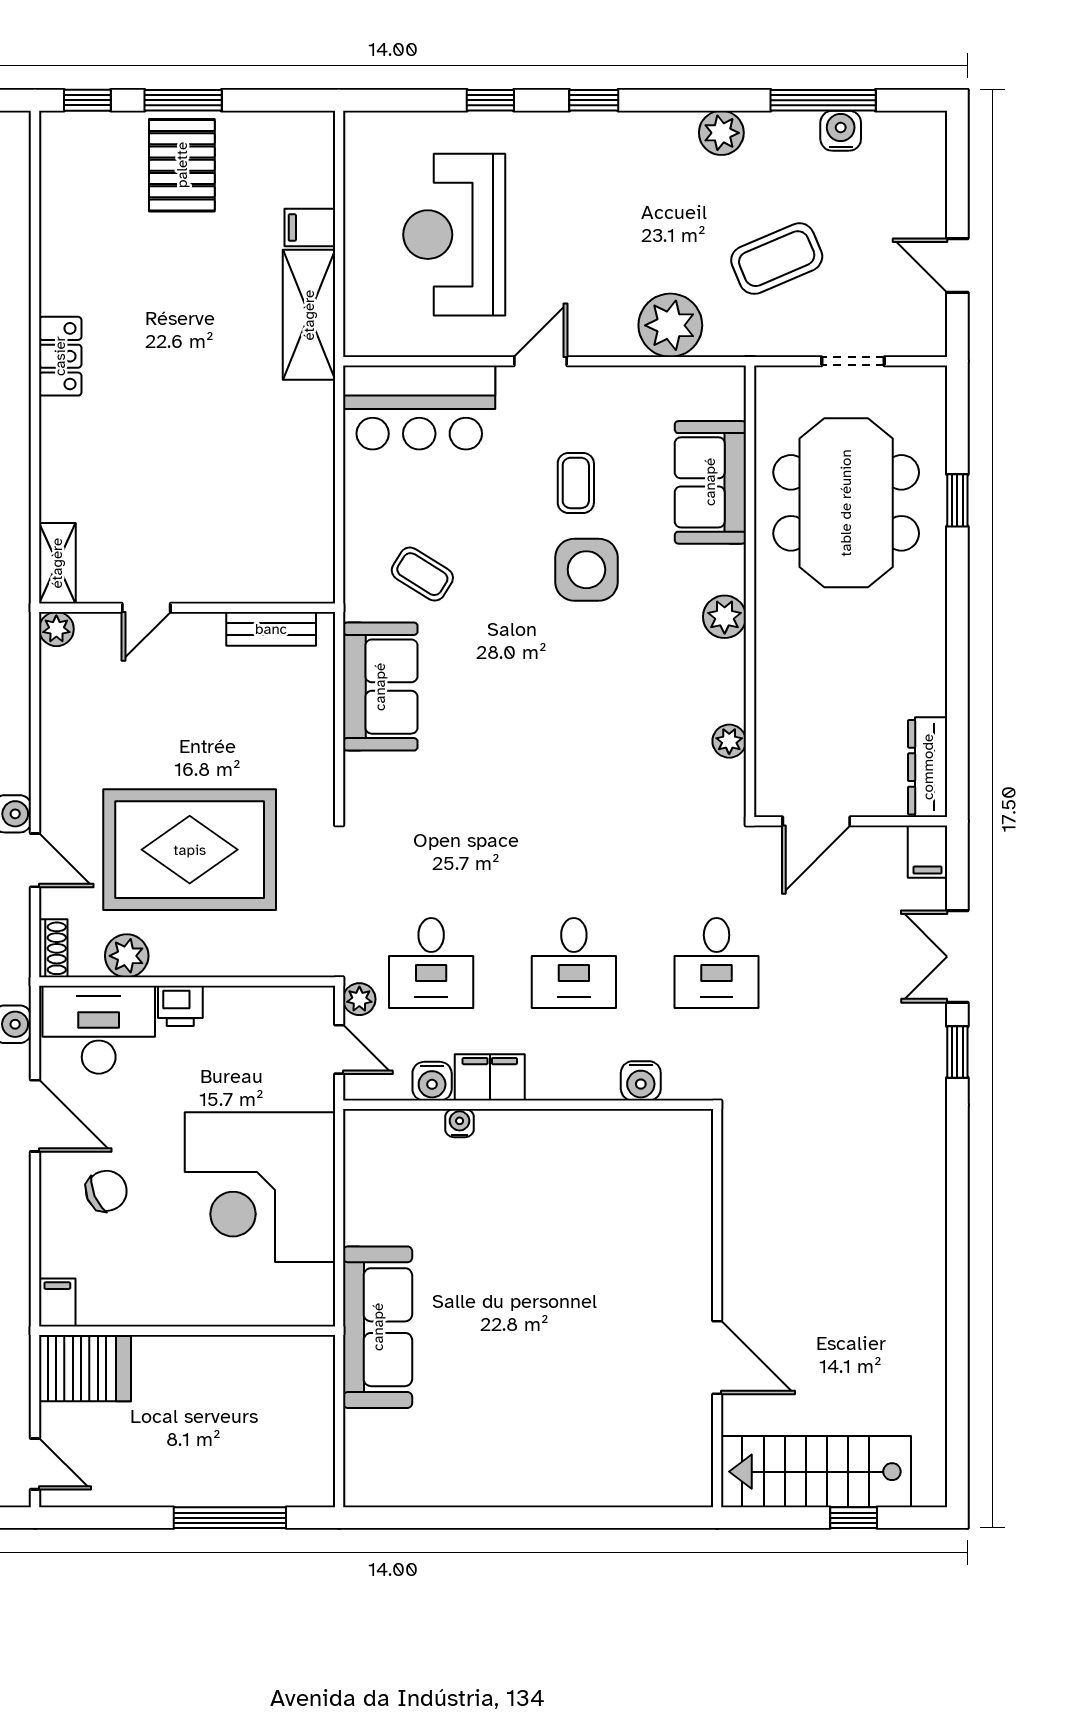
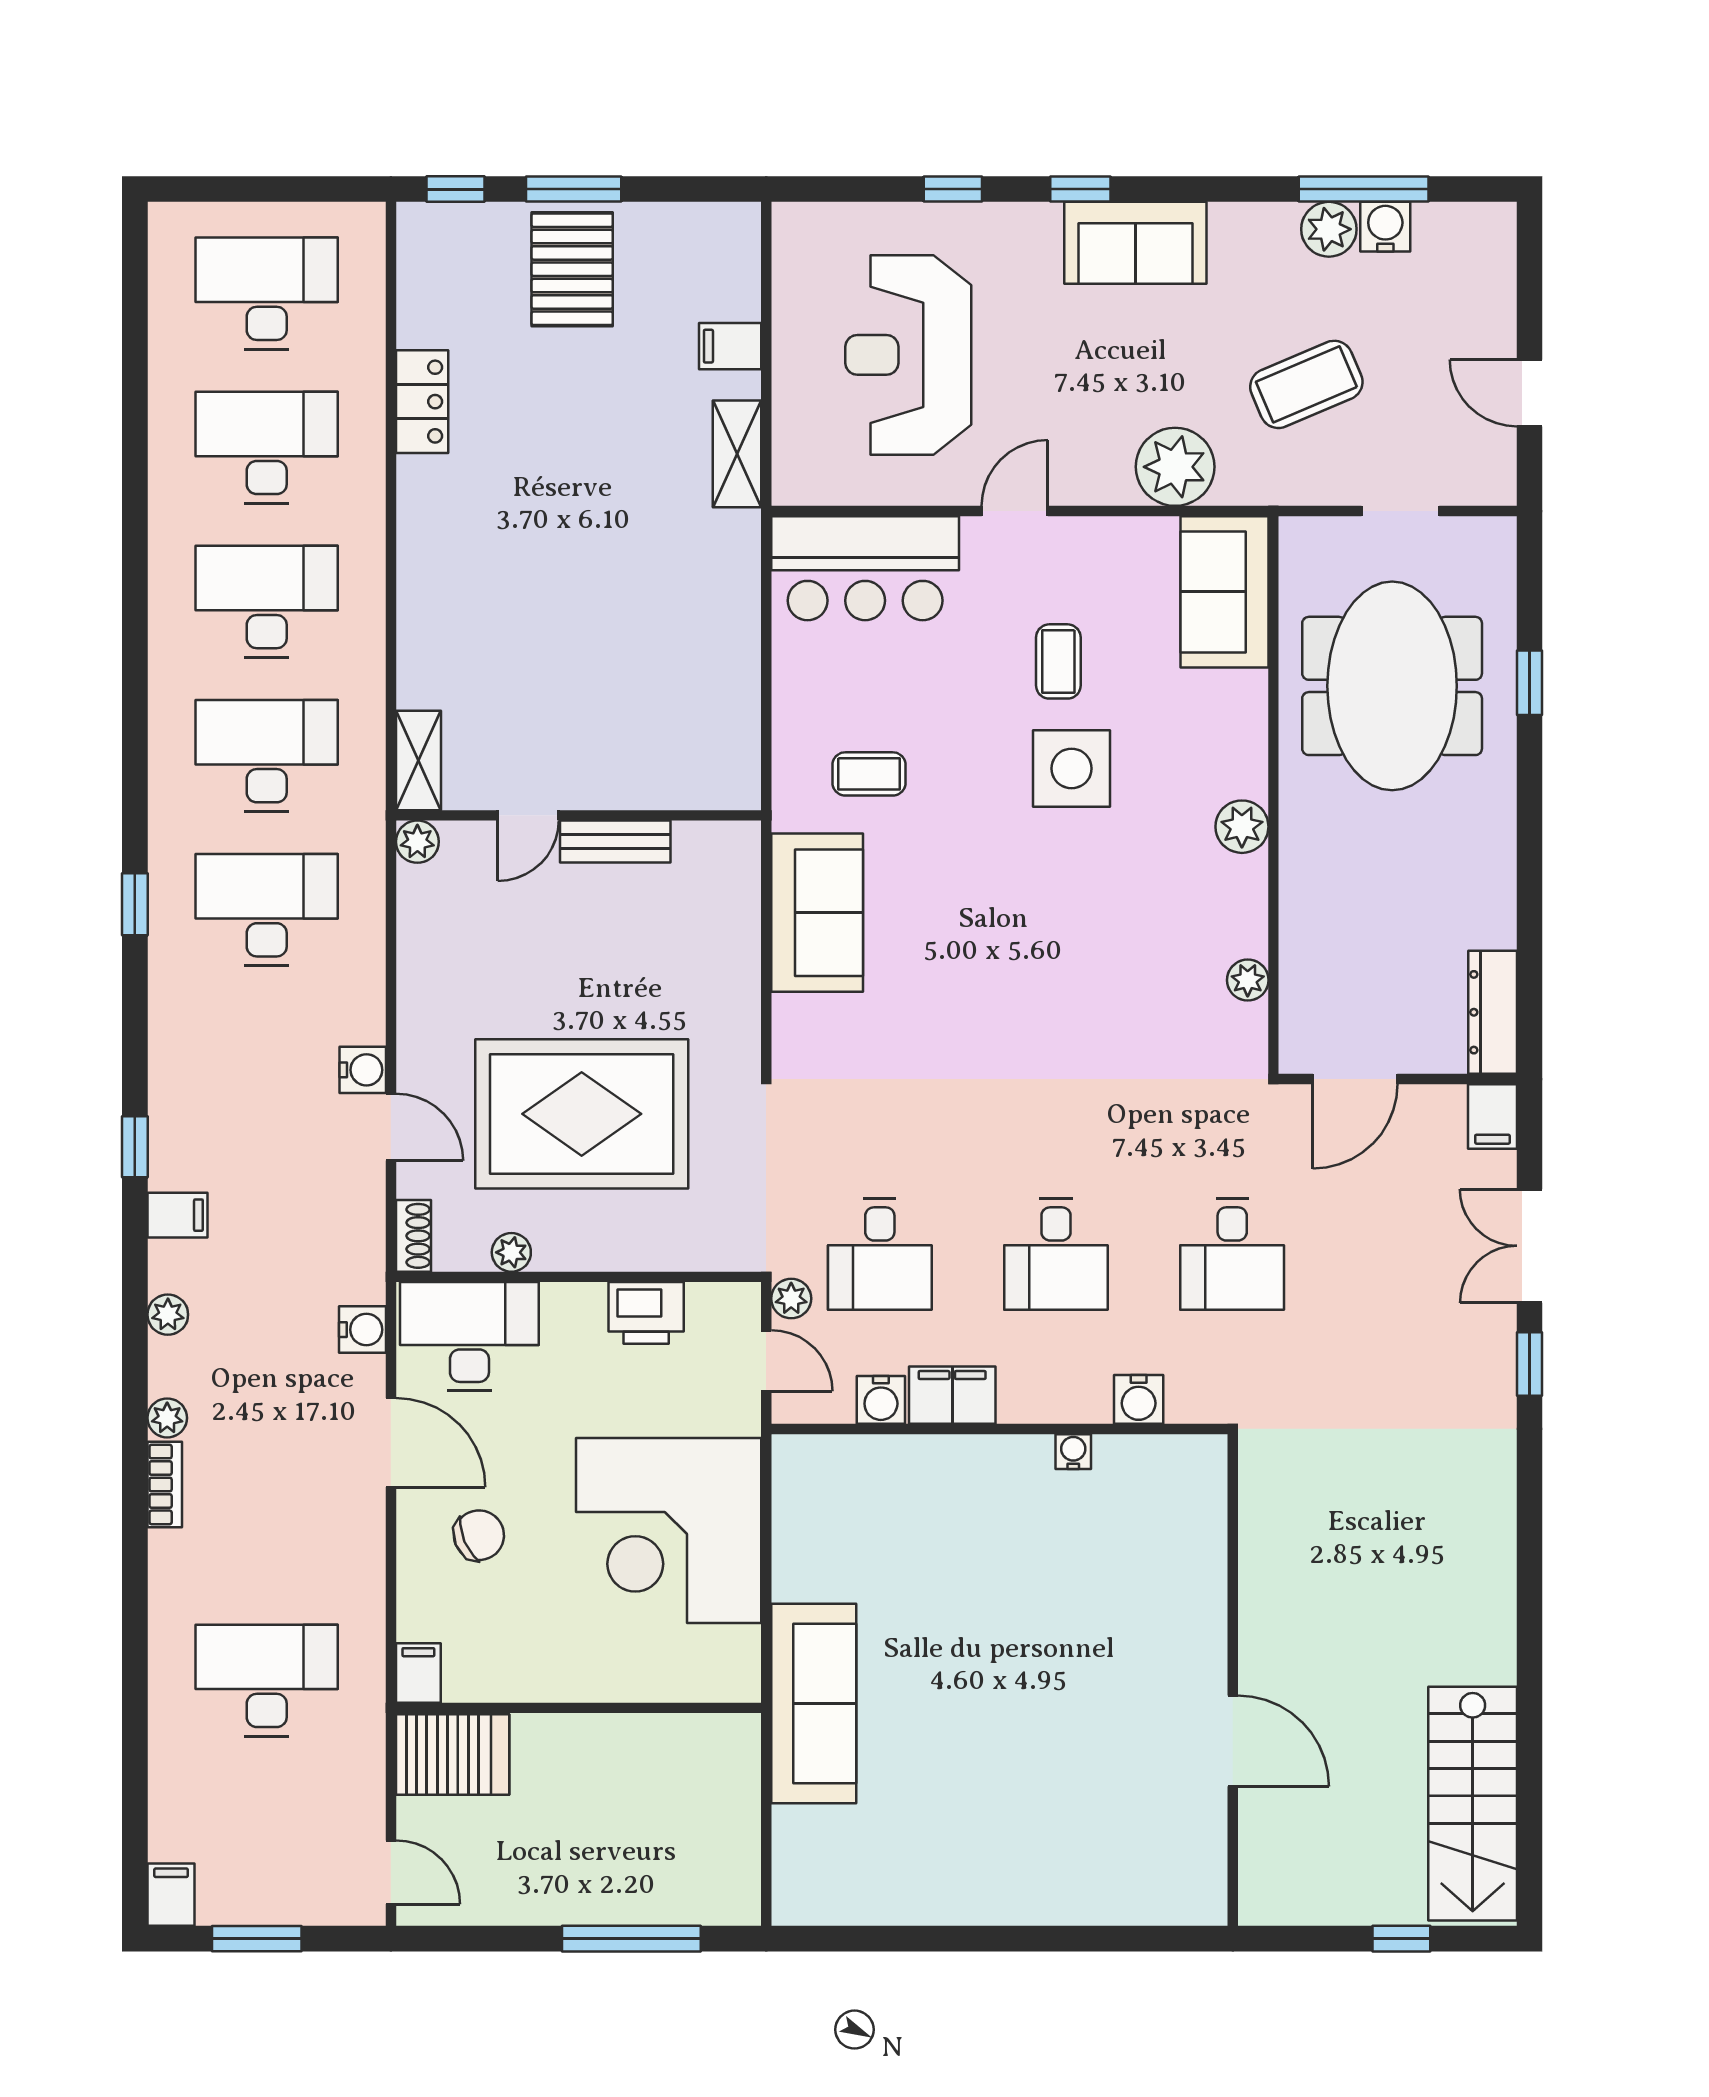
plant: (721, 133) -> (1329, 229), moved
sofa: (638, 144) -> (1135, 243), added
shelving: (309, 315) -> (737, 454), width x0.67, depth x0.75
locker: (60, 356) -> (422, 402), moved
sofa: (710, 482) -> (1224, 592), moved
coffee table: (422, 574) -> (869, 774), turned -32
bench: (271, 629) -> (615, 841), moved
plant: (127, 956) -> (511, 1252), width x0.73, depth x0.73
printer: (180, 1006) -> (646, 1313), moved, width x1.36, depth x1.24
water cooler: (460, 1123) -> (1073, 1452), moved
stairs: (816, 1472) -> (1473, 1804), moved, turned -90

